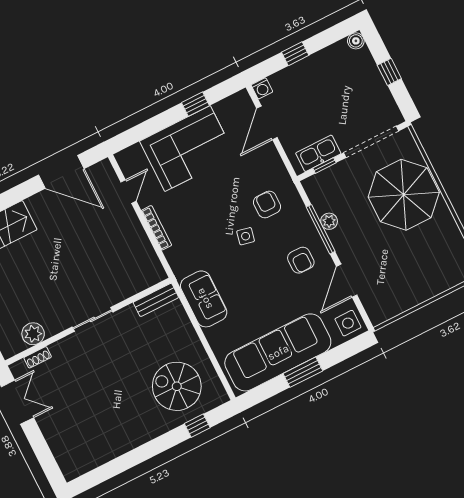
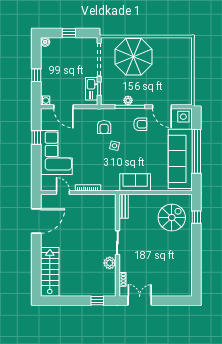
armchair: (267, 204) -> (104, 127), turned -90
plant: (33, 334) -> (110, 263), moved
window: (303, 372) -> (196, 151), width x2.11
spiral stairs: (177, 386) -> (172, 218), turned 180

